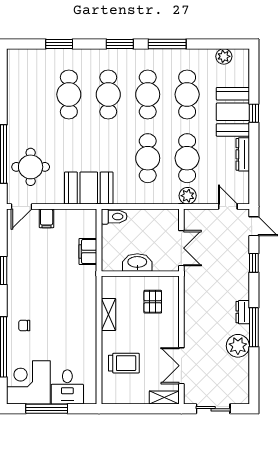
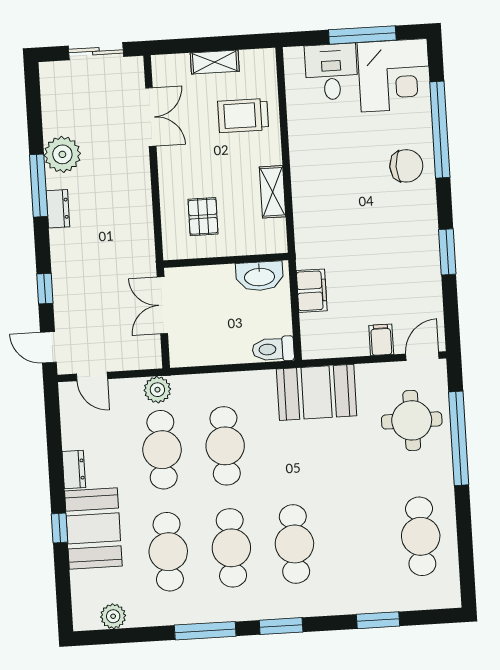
cafe table: (69, 94) -> (421, 536), moved
dresser: (243, 154) -> (74, 470), width x0.70
washbasin: (137, 262) -> (259, 276), moved
chair: (24, 326) -> (406, 166), width x1.87, depth x1.87
shelving: (164, 397) -> (215, 62), moved

